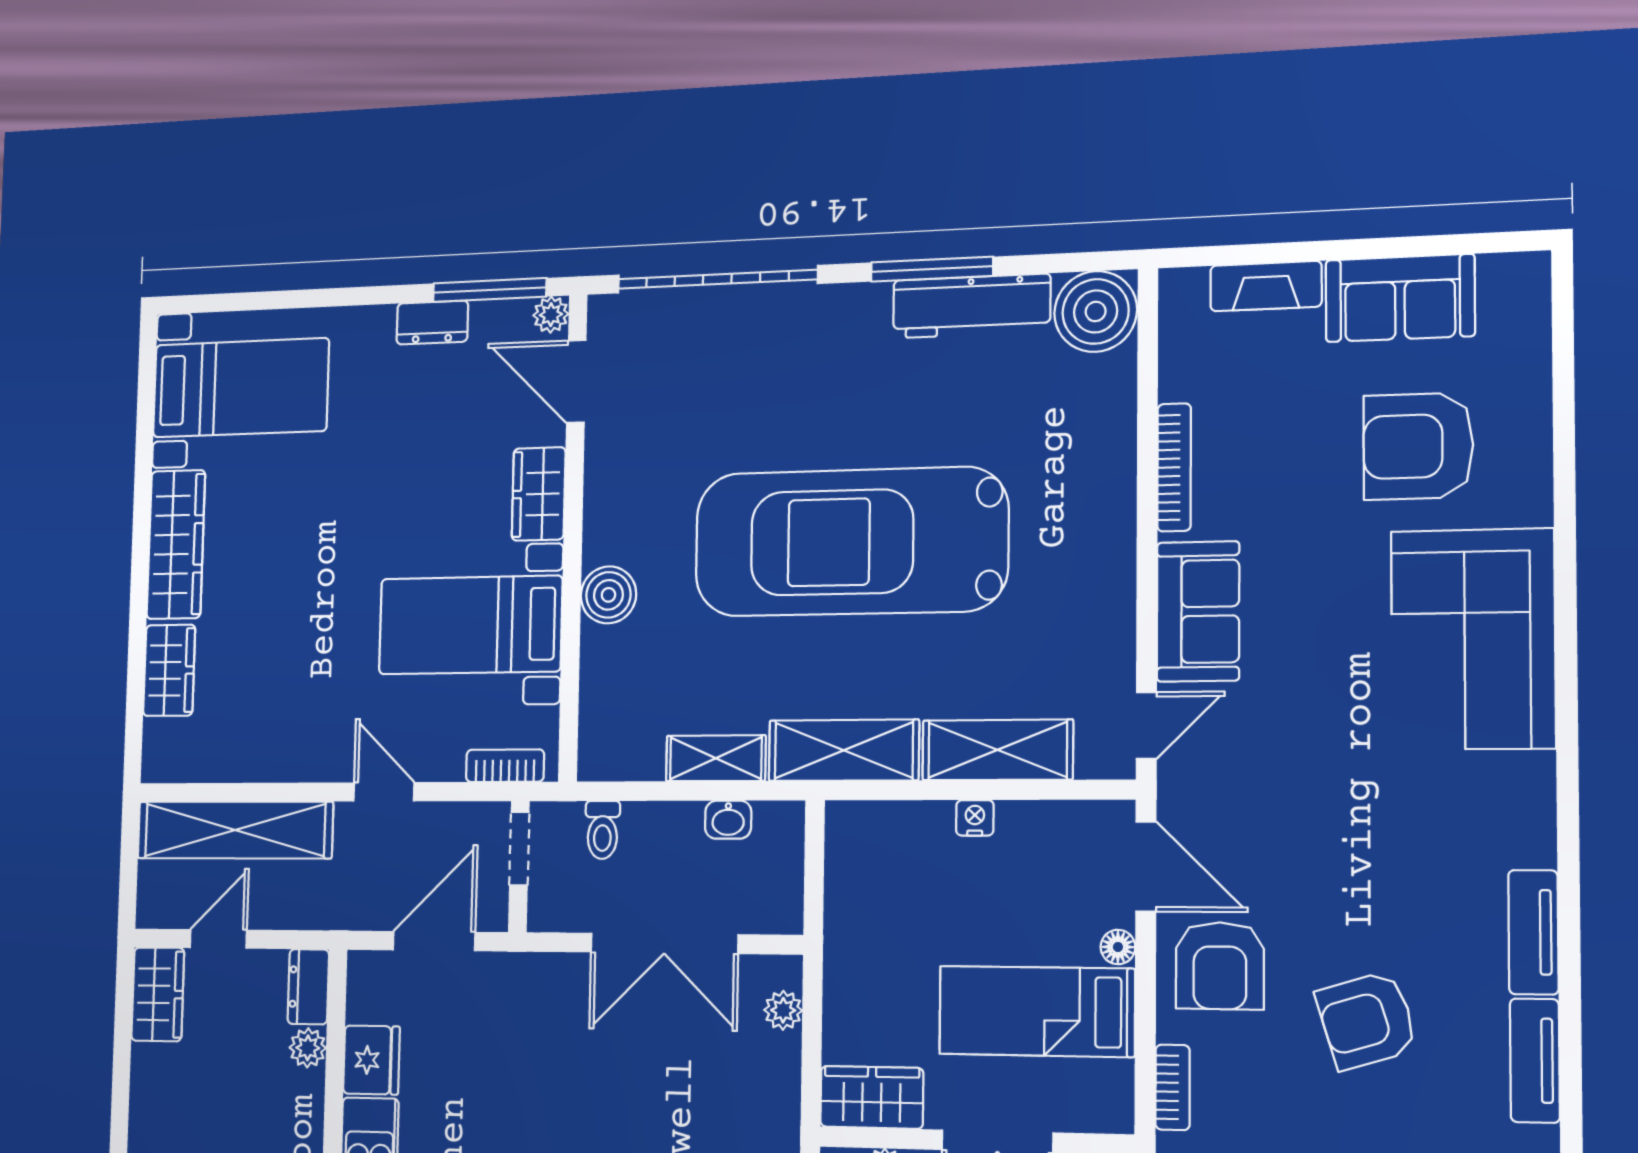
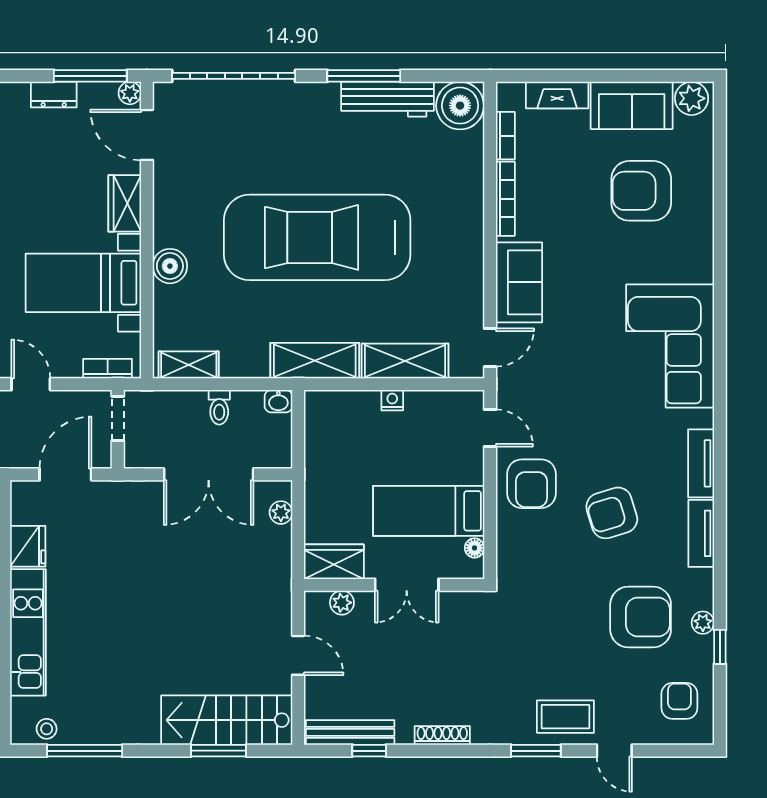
plant: (1510, 281) -> (692, 98), added
corner sofa: (1473, 639) -> (670, 346), moved
shelving: (716, 758) -> (189, 365), moved
washbasin: (728, 820) -> (278, 401), moved
toilet: (602, 830) -> (219, 407), moved
door: (1146, 867) -> (490, 428), width x0.73
floor lamp: (1118, 947) -> (475, 548), moved
bookcase: (1173, 1087) -> (505, 136), moved

